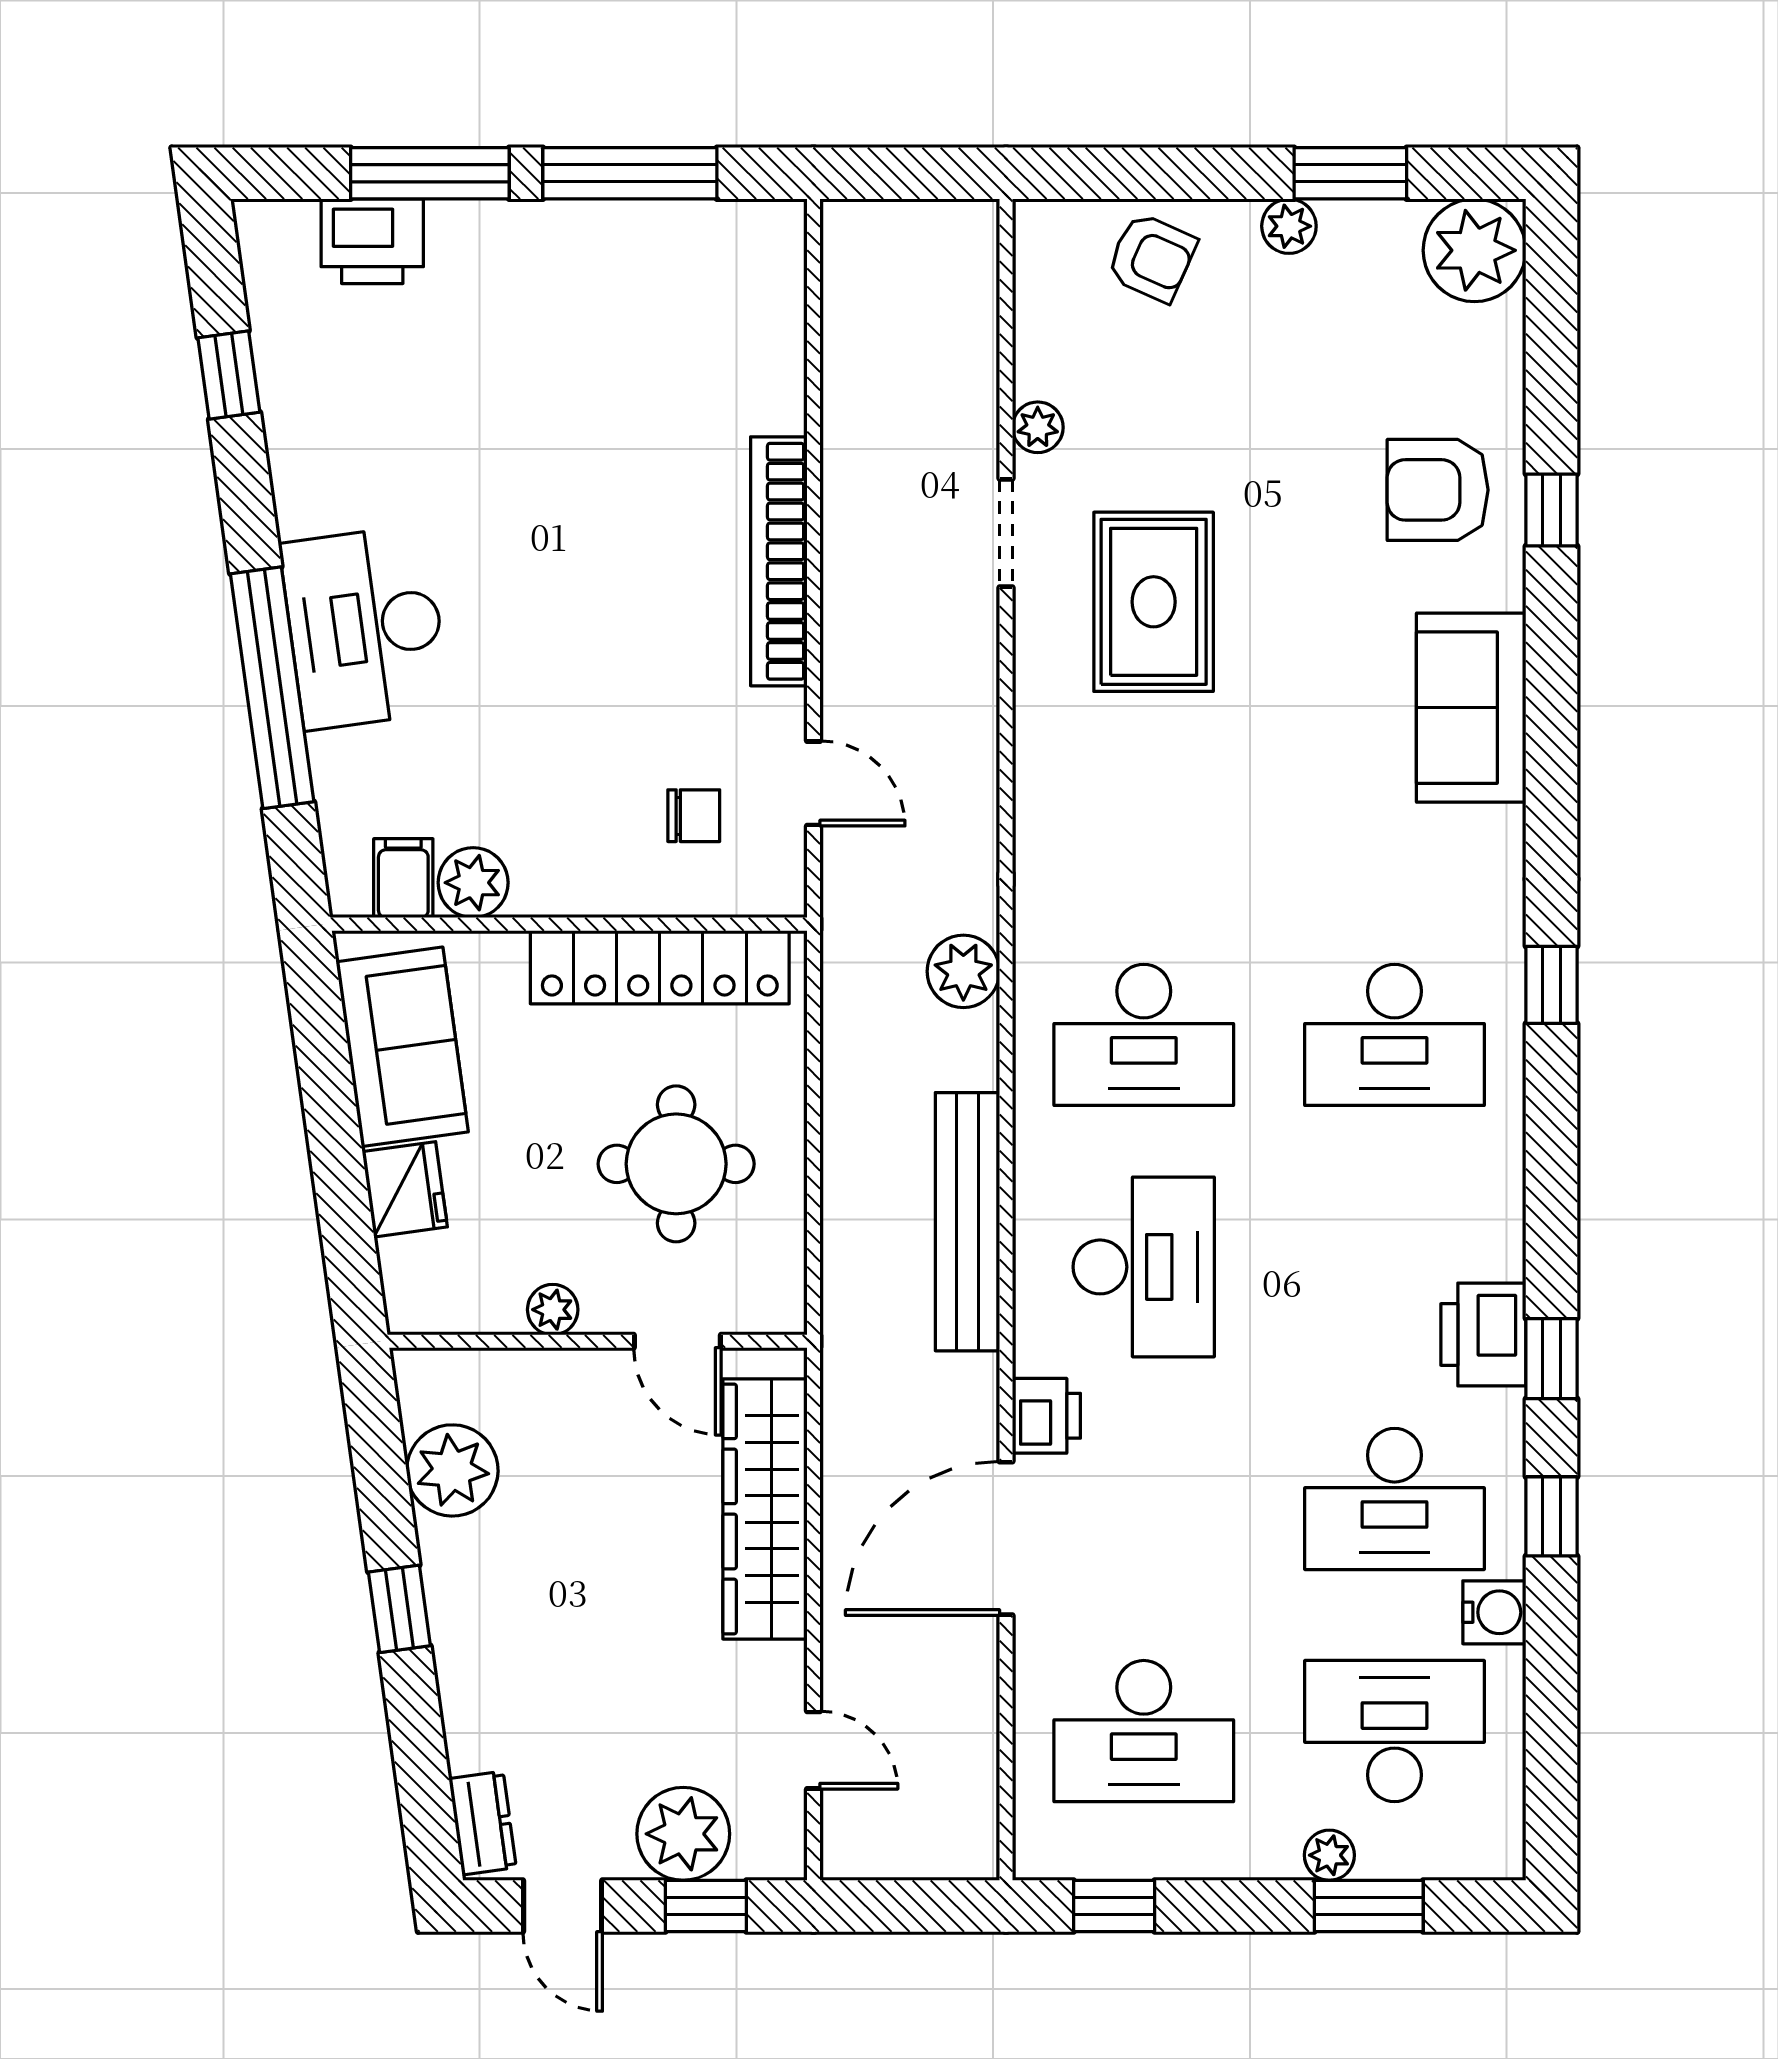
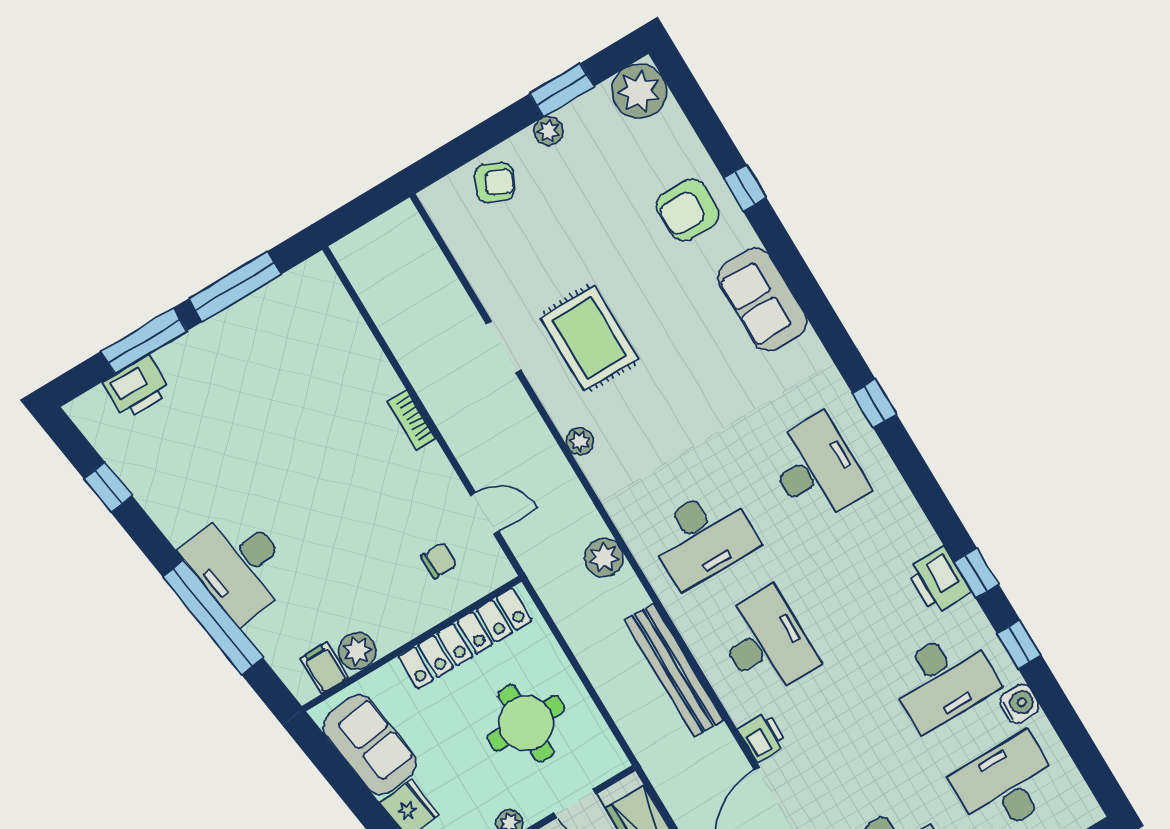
plant: (1038, 427) -> (580, 441), moved
bookcase: (779, 561) -> (411, 420), width x0.43, depth x0.76
desk: (1394, 1035) -> (817, 469), turned -90

